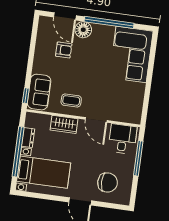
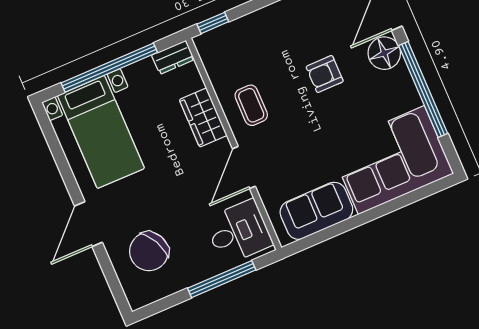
armchair: (64, 50) -> (325, 74), moved, turned 90
sofa: (39, 92) -> (316, 211), moved, turned 180
dresser: (28, 138) -> (173, 57), moved
chair: (108, 182) -> (149, 251), turned 64

